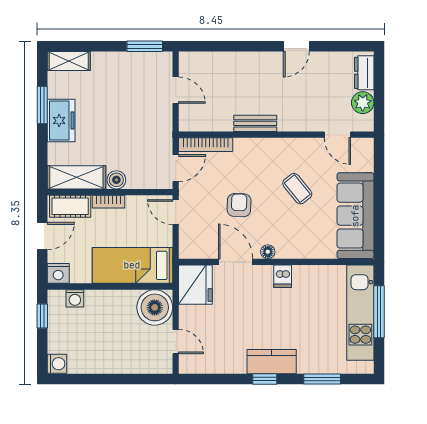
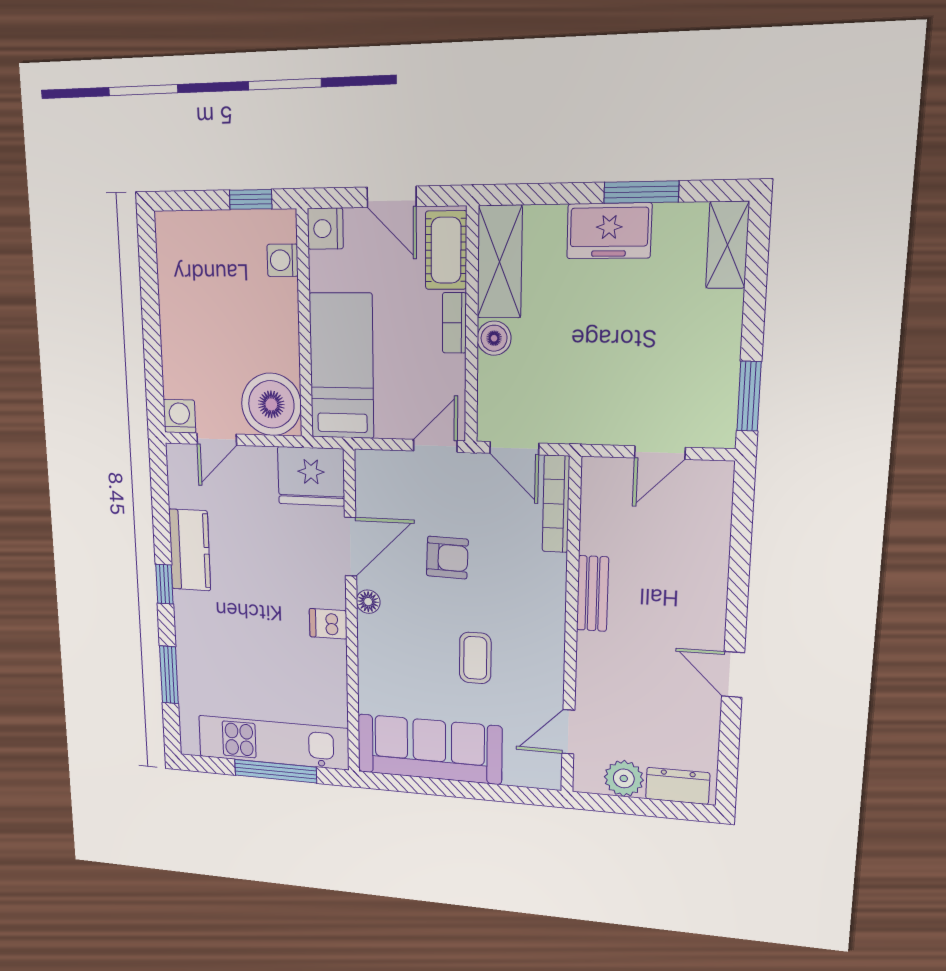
coffee table: (297, 189) -> (475, 658), turned -51
kitchen counter: (272, 362) -> (190, 550), moved
washing machine: (57, 364) -> (179, 416), moved, turned 180

